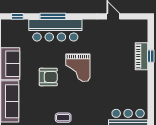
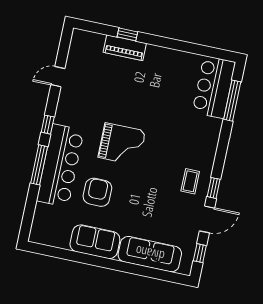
window: (17, 16) -> (48, 125), moved
armchair: (48, 77) -> (97, 192), moved

